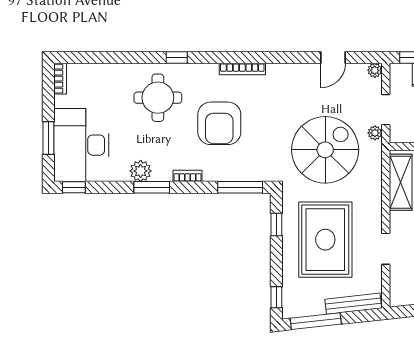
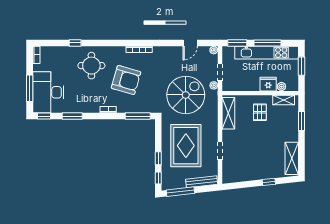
window: (177, 57) -> (75, 43), moved
armchair: (219, 123) -> (126, 80), turned -74
window: (48, 138) -> (30, 88), width x1.44
plant: (141, 171) -> (82, 107), removed
window: (152, 187) -> (72, 116), moved
window: (276, 225) -> (158, 158), moved

